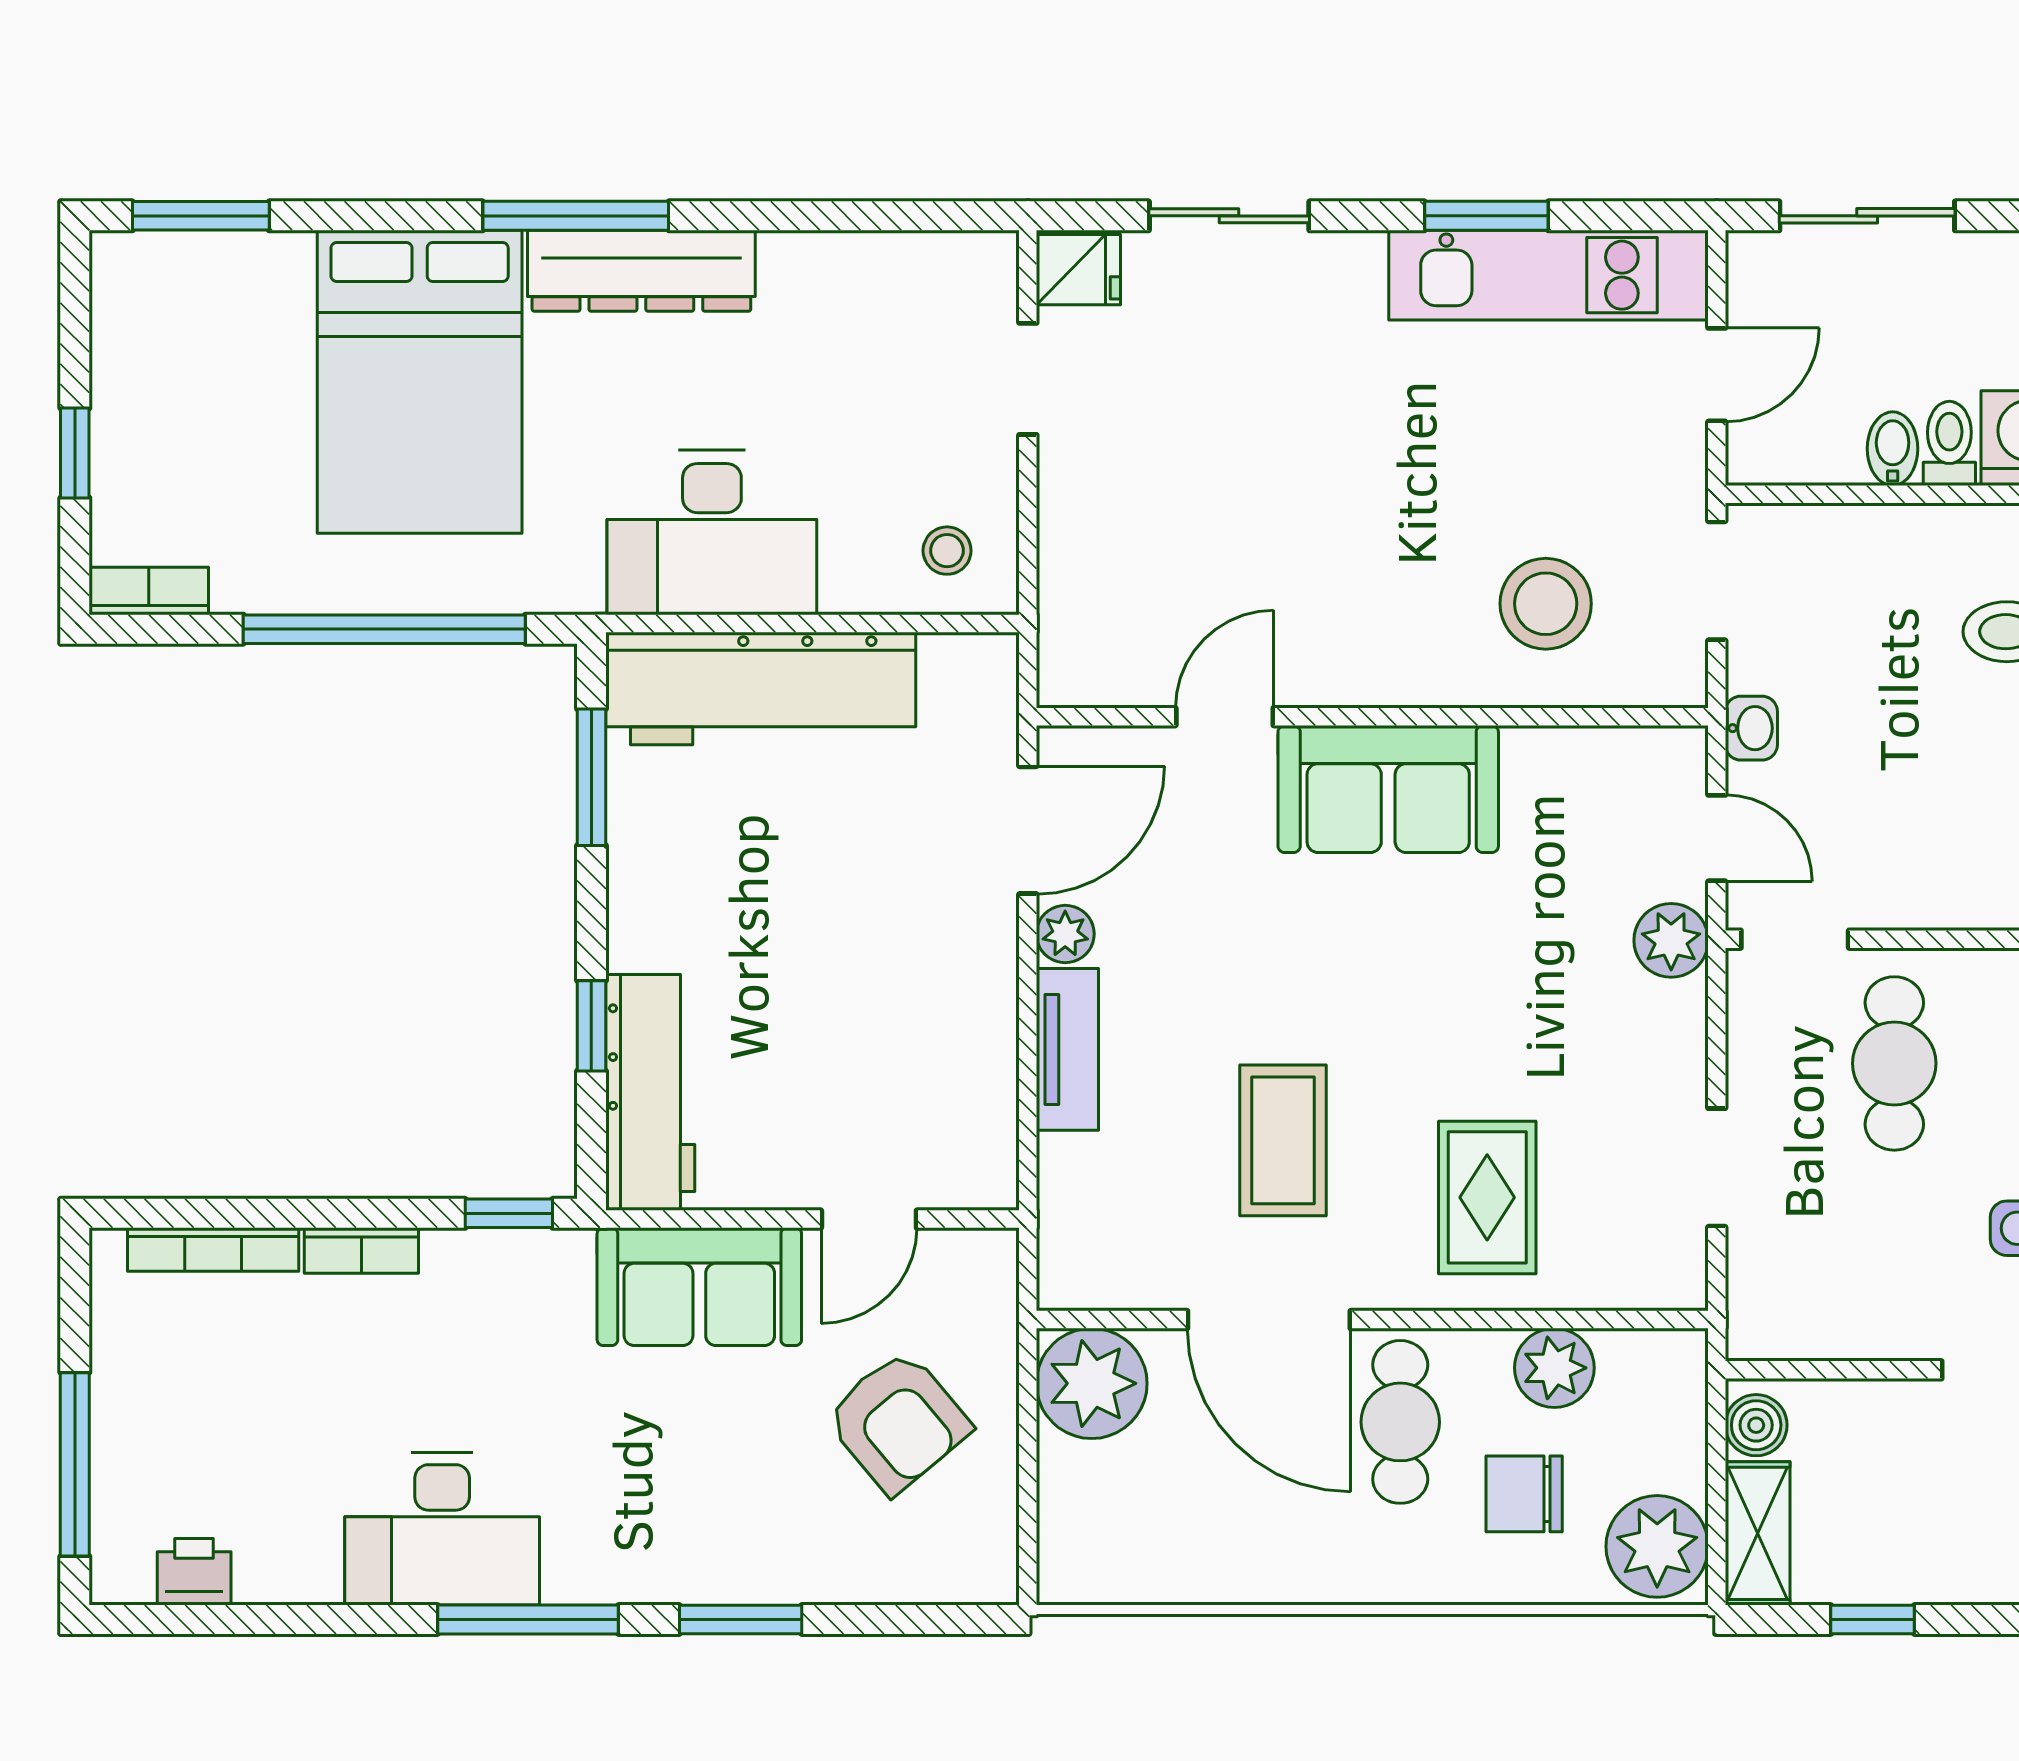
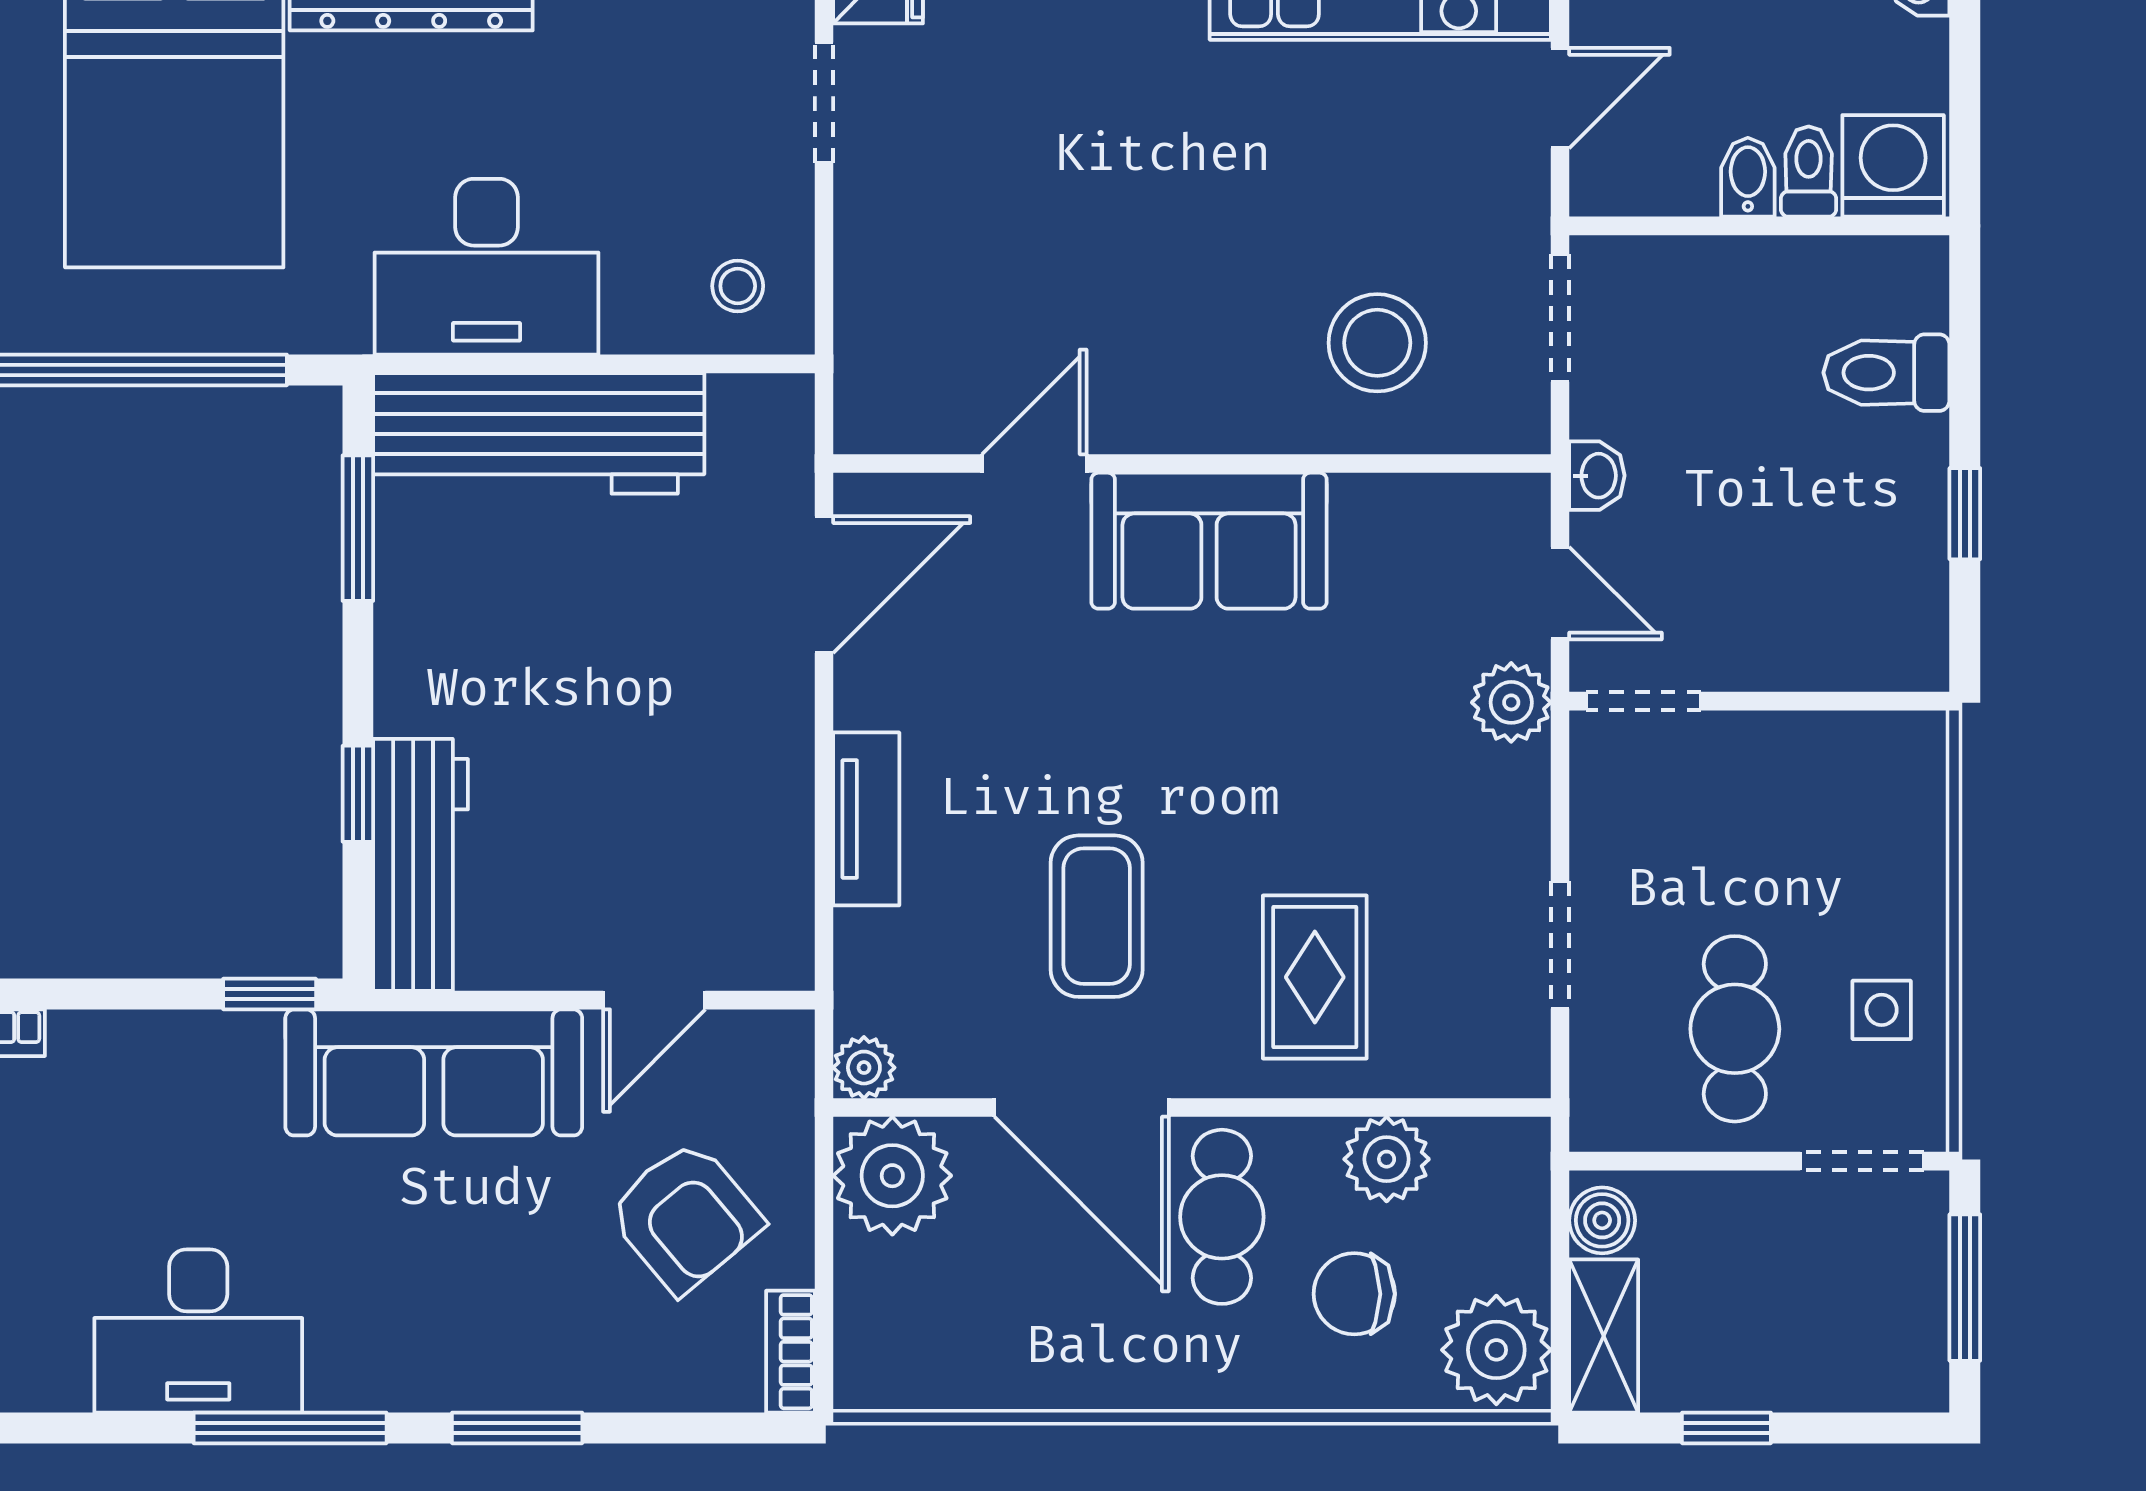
plant: (1065, 934) -> (864, 1068), moved
cafe table: (1894, 1063) -> (1735, 1029), moved
bookcase: (361, 1250) -> (790, 1352), moved, turned 90
sofa: (699, 1287) -> (434, 1072), width x1.36

